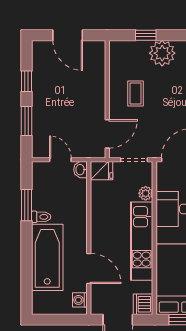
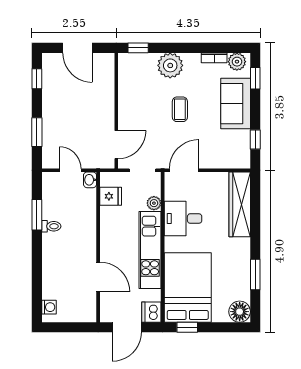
window: (146, 35) -> (138, 48), moved
window: (26, 81) -> (37, 79), moved
coffee table: (136, 94) -> (180, 109), moved
fridge: (101, 171) -> (111, 196), moved
bathtub: (47, 257) -> (57, 266), removed
washing machine: (80, 300) -> (49, 307), moved, turned 180

